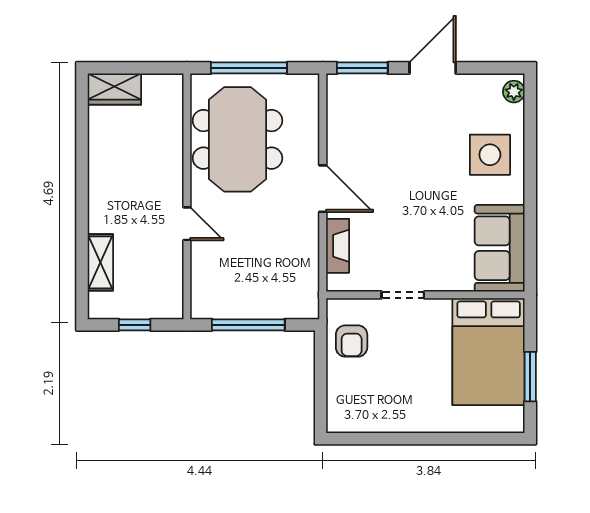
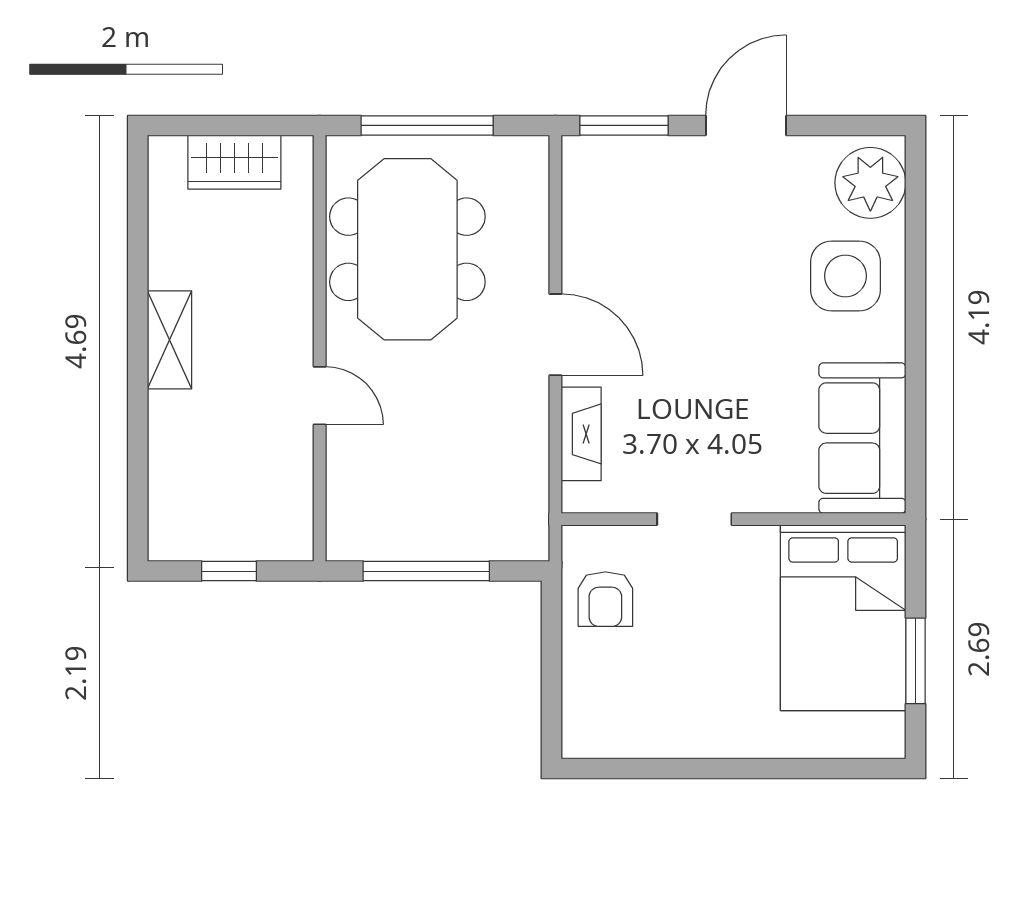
wardrobe: (114, 89) -> (234, 162), moved
plant: (514, 92) -> (870, 183), width x1.87, depth x1.87
shelving: (100, 262) -> (169, 340), moved

